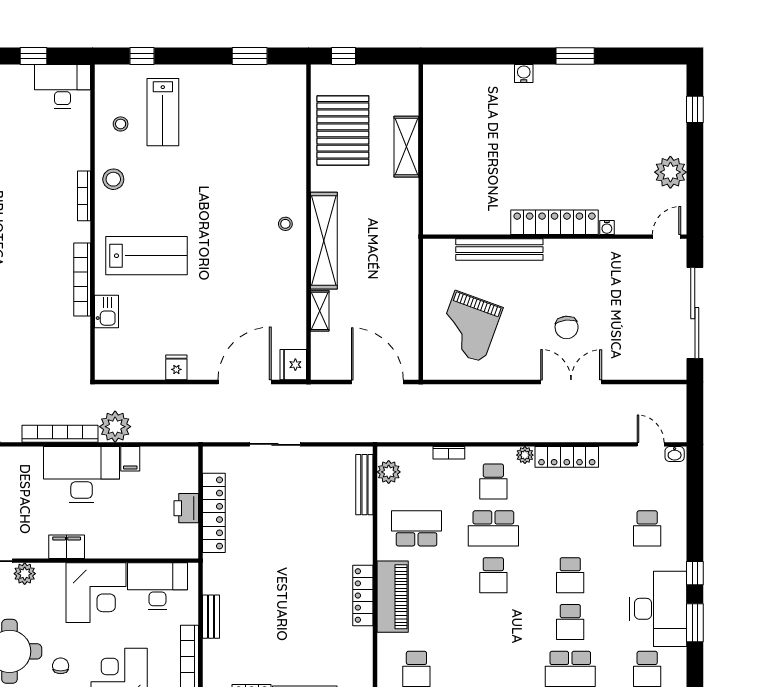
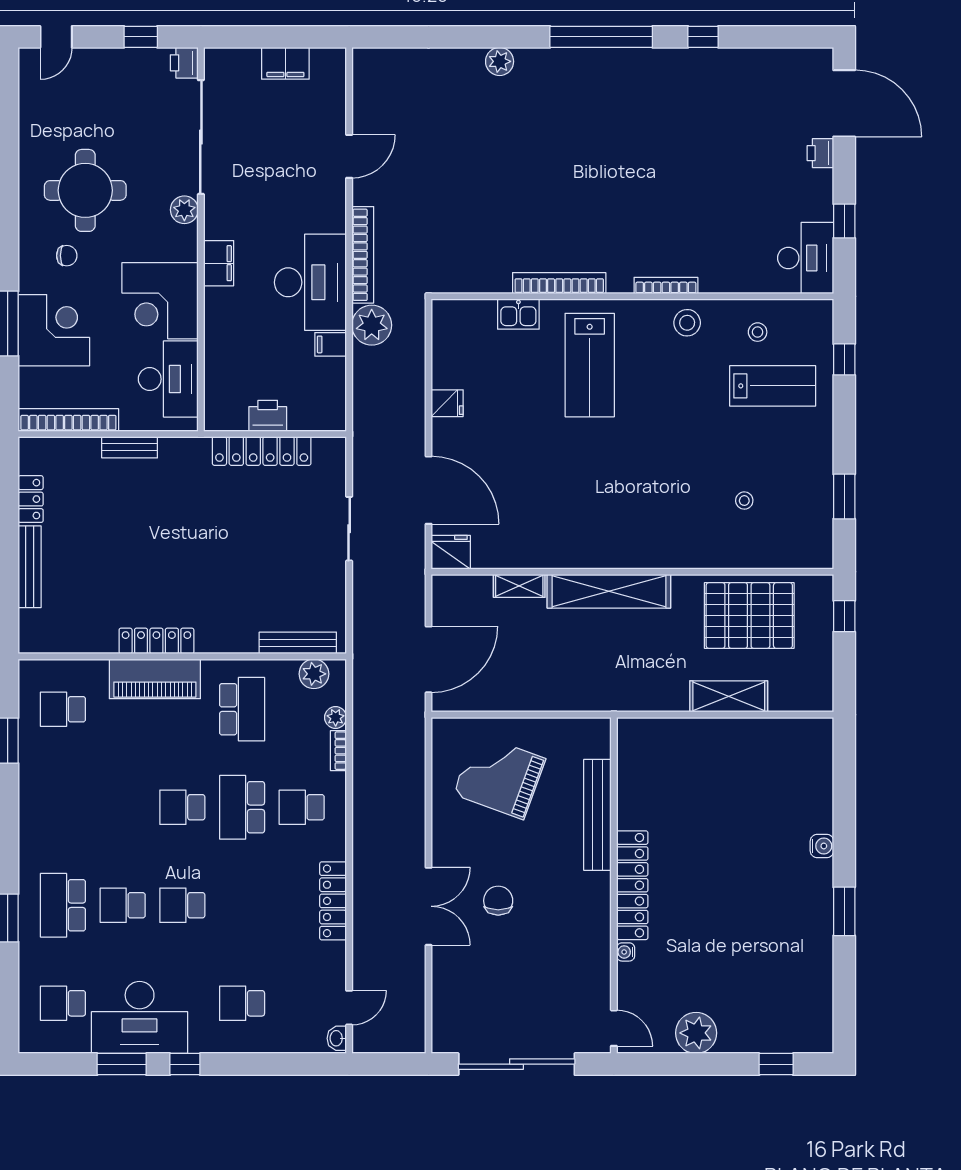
lab bench: (163, 112) -> (773, 386), turned 180
stool: (285, 224) -> (744, 501), moved
chair: (567, 327) -> (498, 901), turned 96
plant: (525, 455) -> (336, 718), moved

